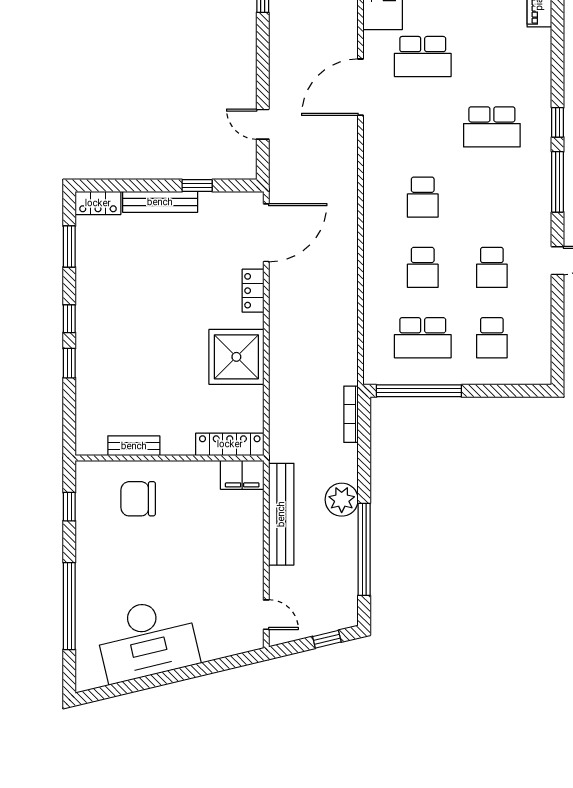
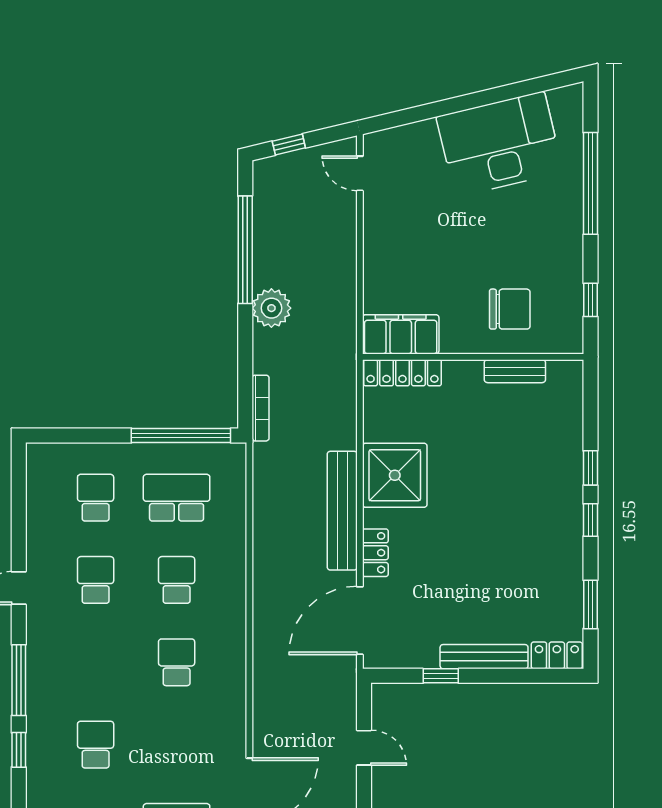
school desk: (492, 127) -> (96, 745), width x0.54
filing cabinet: (242, 475) -> (401, 334), width x1.50, depth x1.17
bench: (281, 514) -> (342, 511), moved

